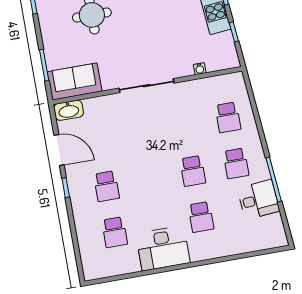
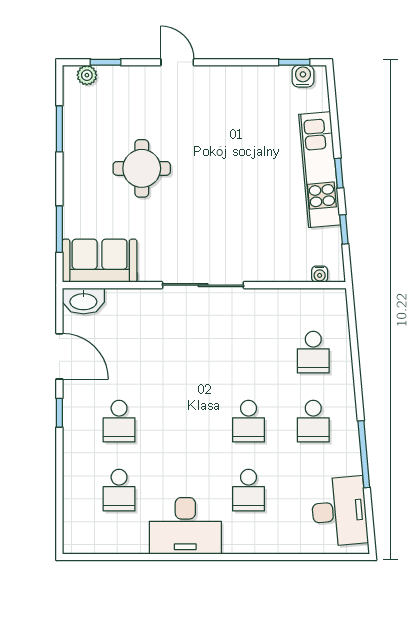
water cooler: (200, 69) -> (320, 274), moved
desk: (258, 200) -> (339, 511), moved, width x1.37

